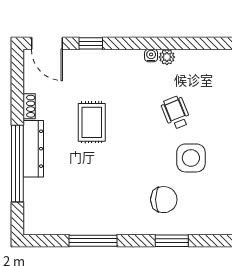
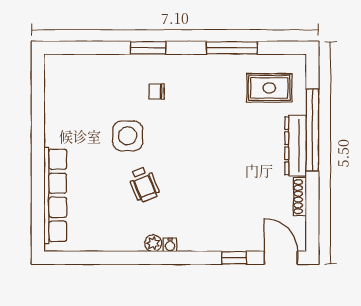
shoe rack: (29, 106) -> (300, 197), width x1.43
rug: (92, 122) -> (269, 88), moved, turned 90
chair: (164, 200) -> (157, 92), width x0.54, depth x0.54

